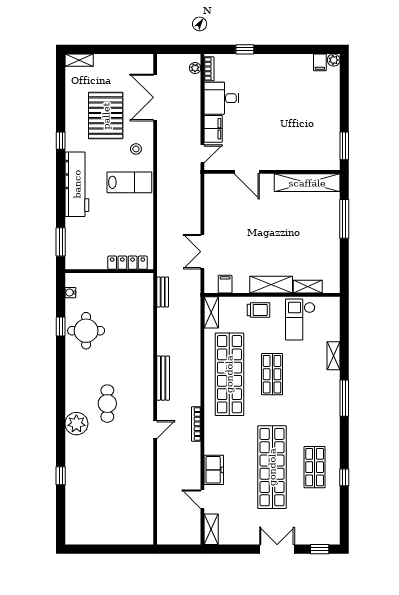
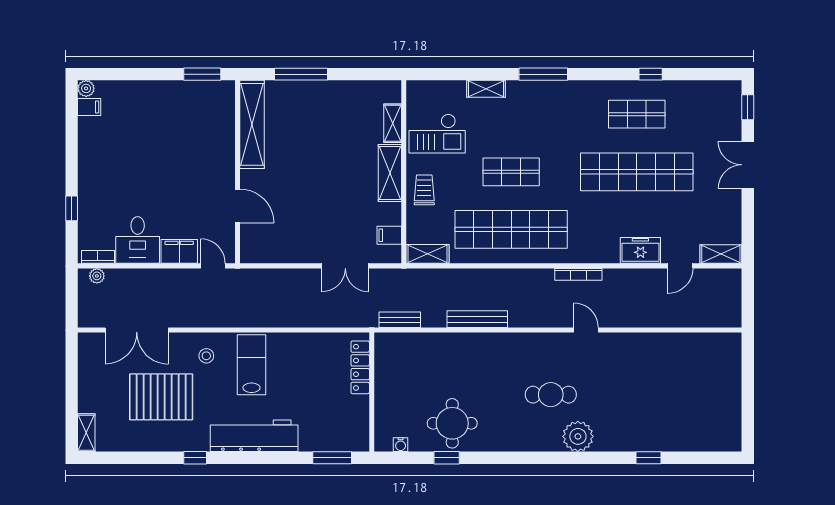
door: (247, 172) -> (237, 206), hinge flipped
bench: (163, 378) -> (477, 319), moved

